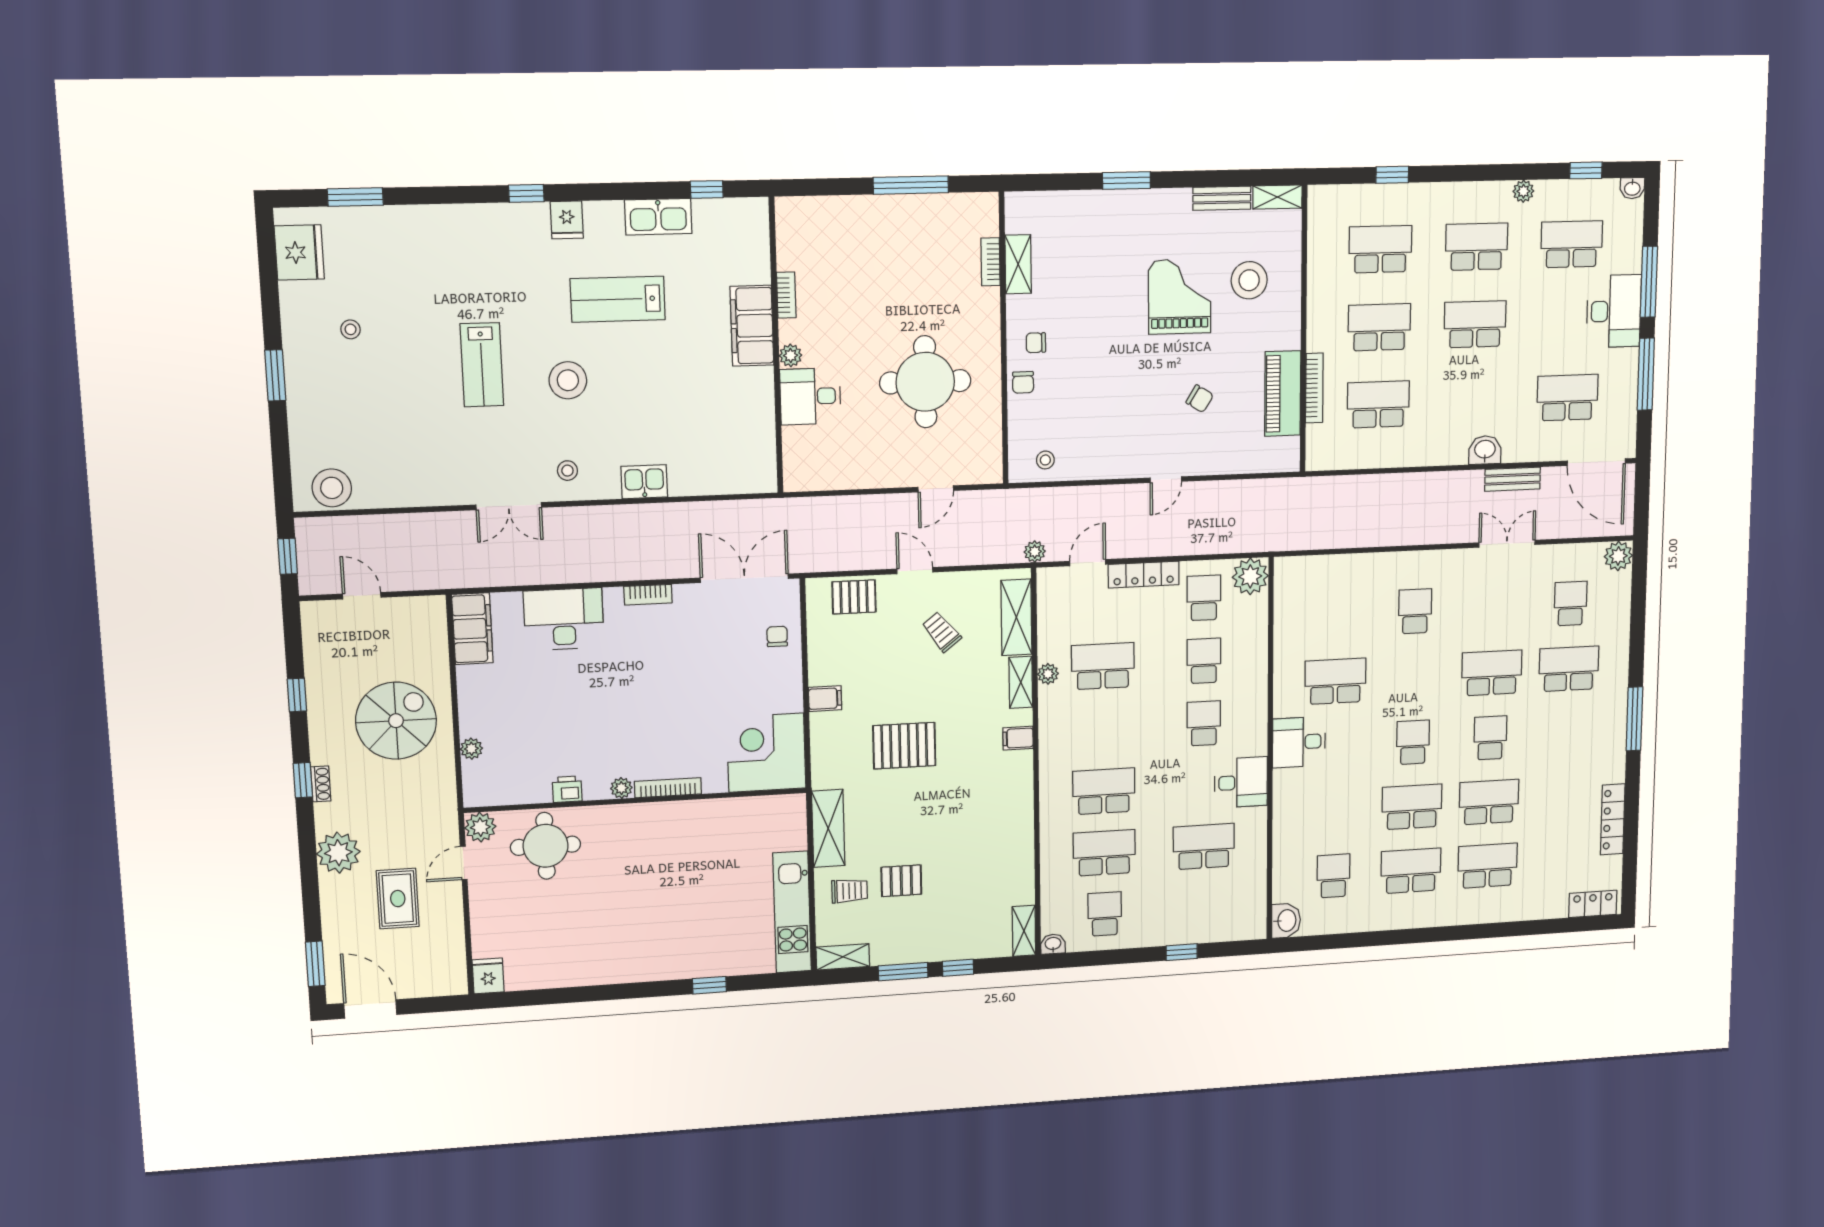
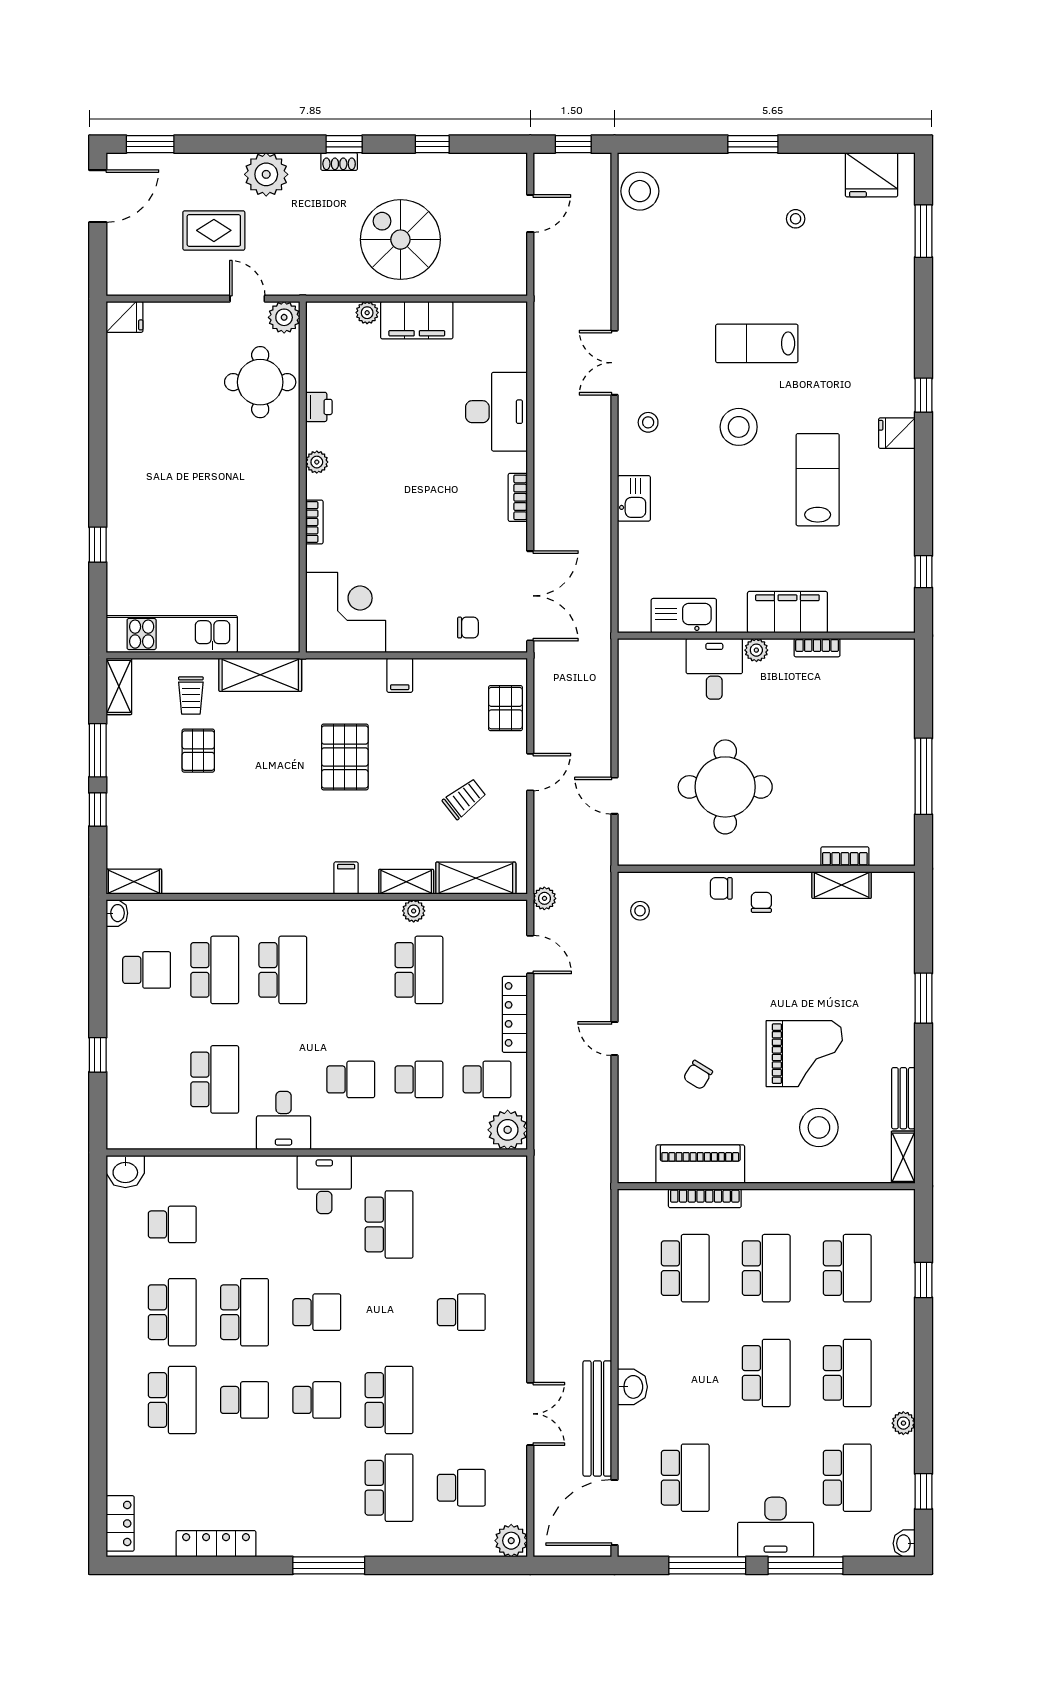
kitchen sink: (658, 217) -> (684, 616), moved, turned 90
bench: (1513, 479) -> (597, 1418), width x1.86, depth x1.21
filing cabinet: (472, 629) -> (417, 320), moved
spiral stairs: (396, 721) -> (400, 240), turned 180
bookcase: (668, 788) -> (314, 522), width x0.64
school desk: (1489, 802) -> (245, 1400), width x0.54

